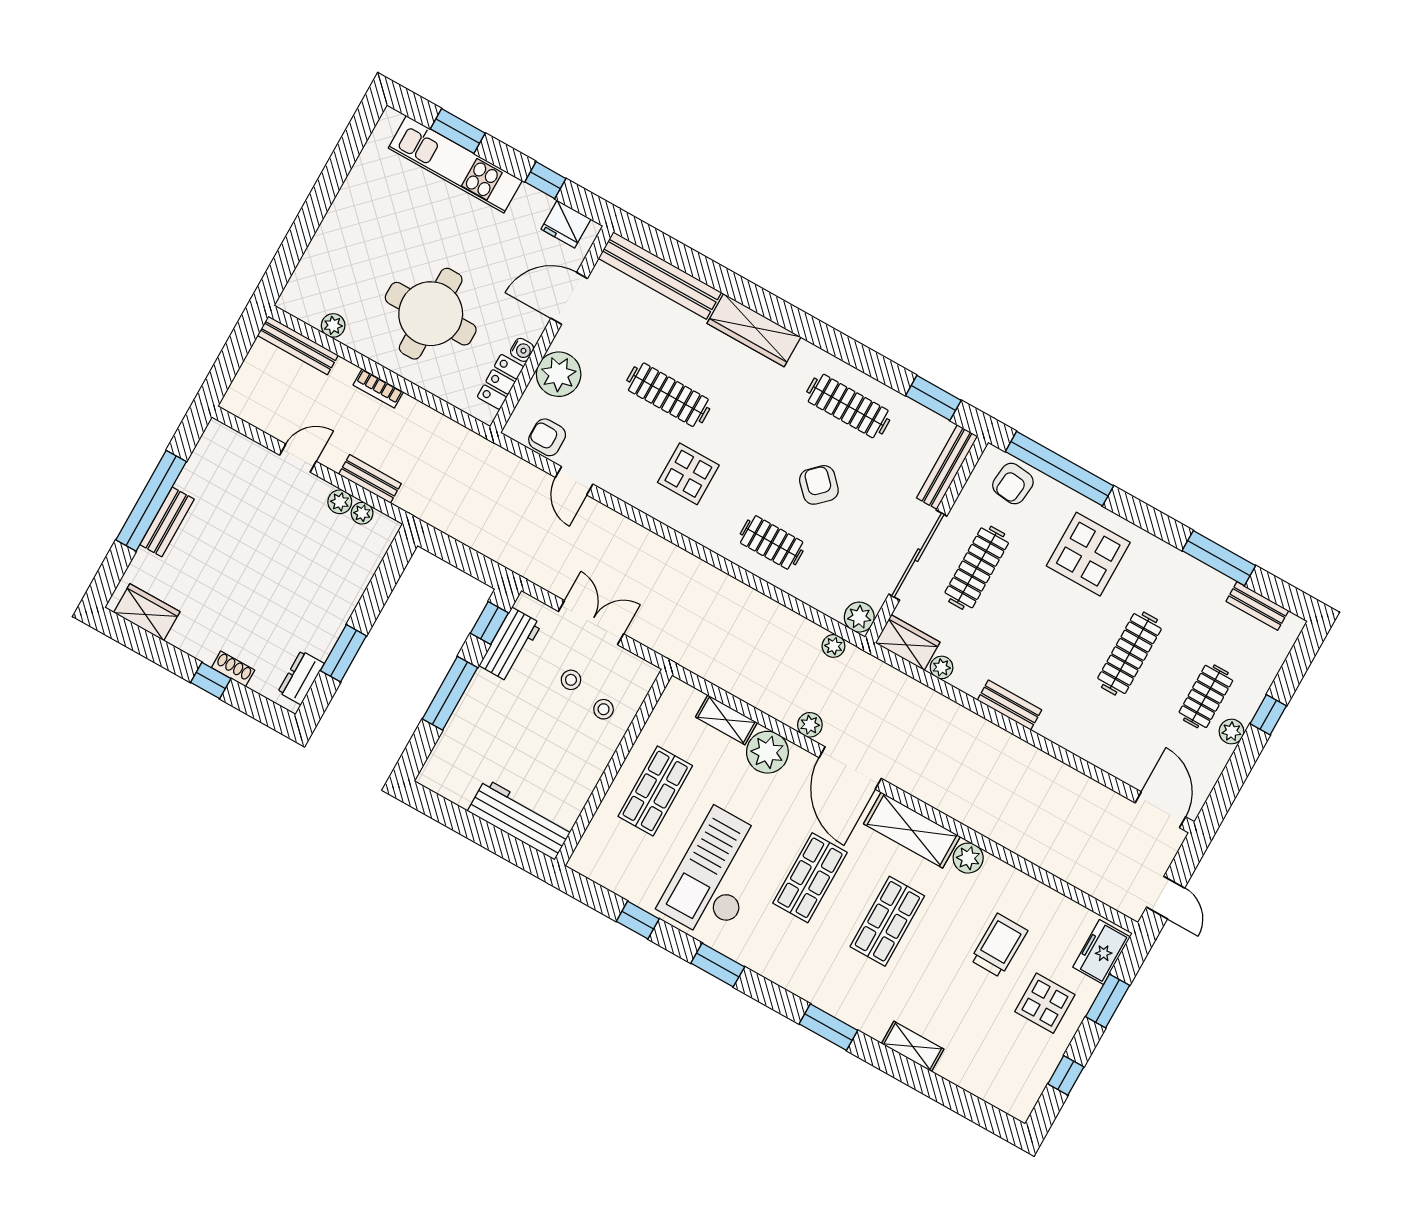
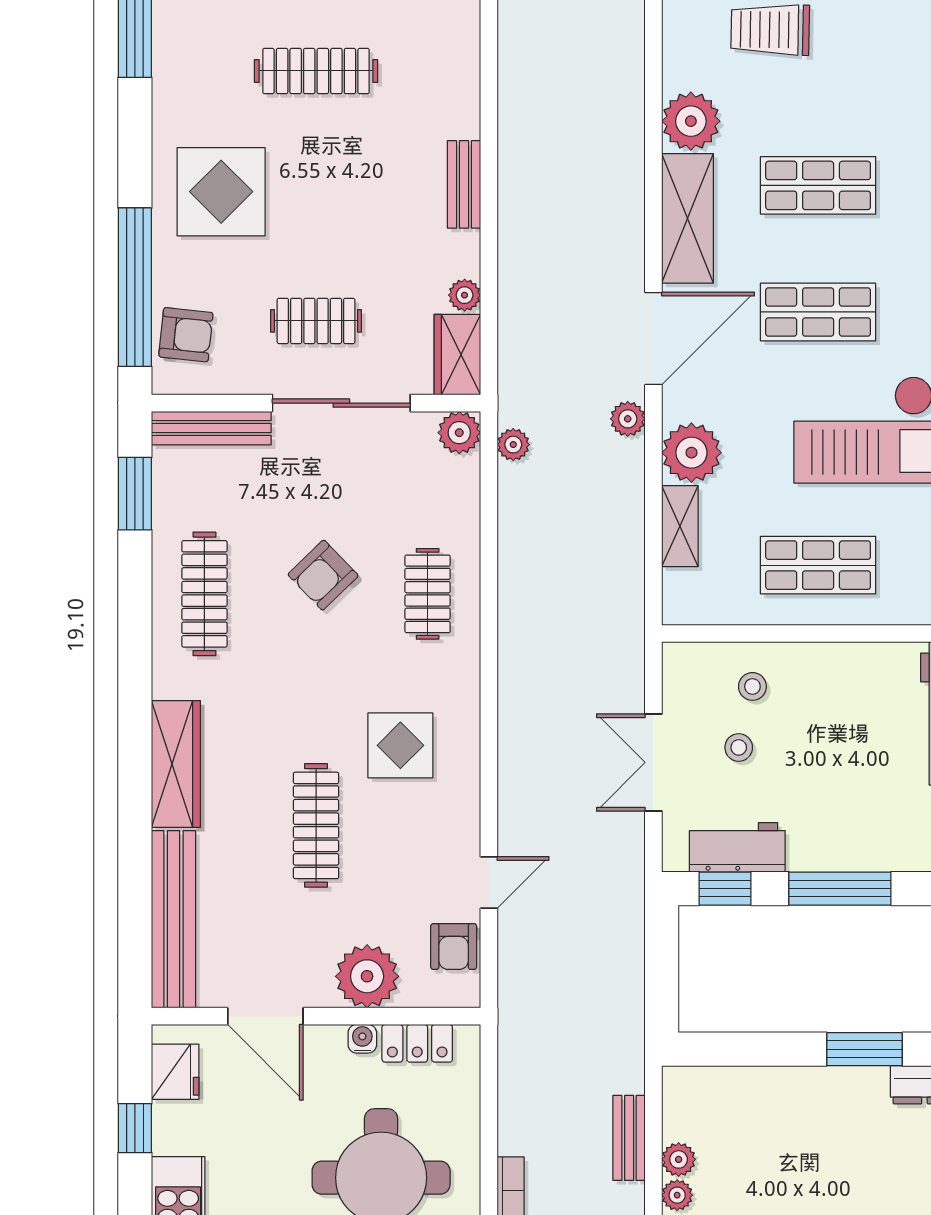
plant: (362, 513) -> (677, 1195), moved
clothes rail: (977, 568) -> (316, 321), width x0.73
plant: (968, 858) -> (691, 121), width x1.36, depth x1.36

